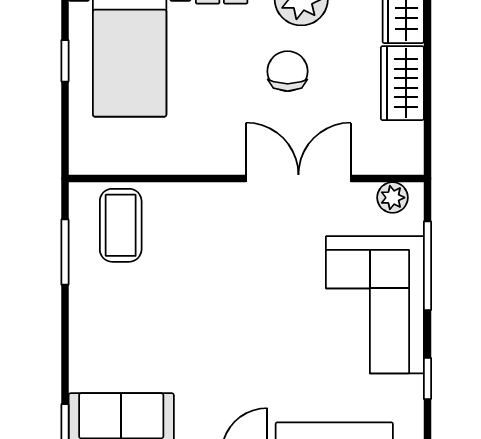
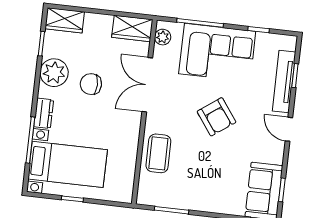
wardrobe: (402, 83) -> (132, 28), moved
coffee table: (121, 225) -> (158, 153), moved, turned 90
armchair: (252, 317) -> (216, 117), added

